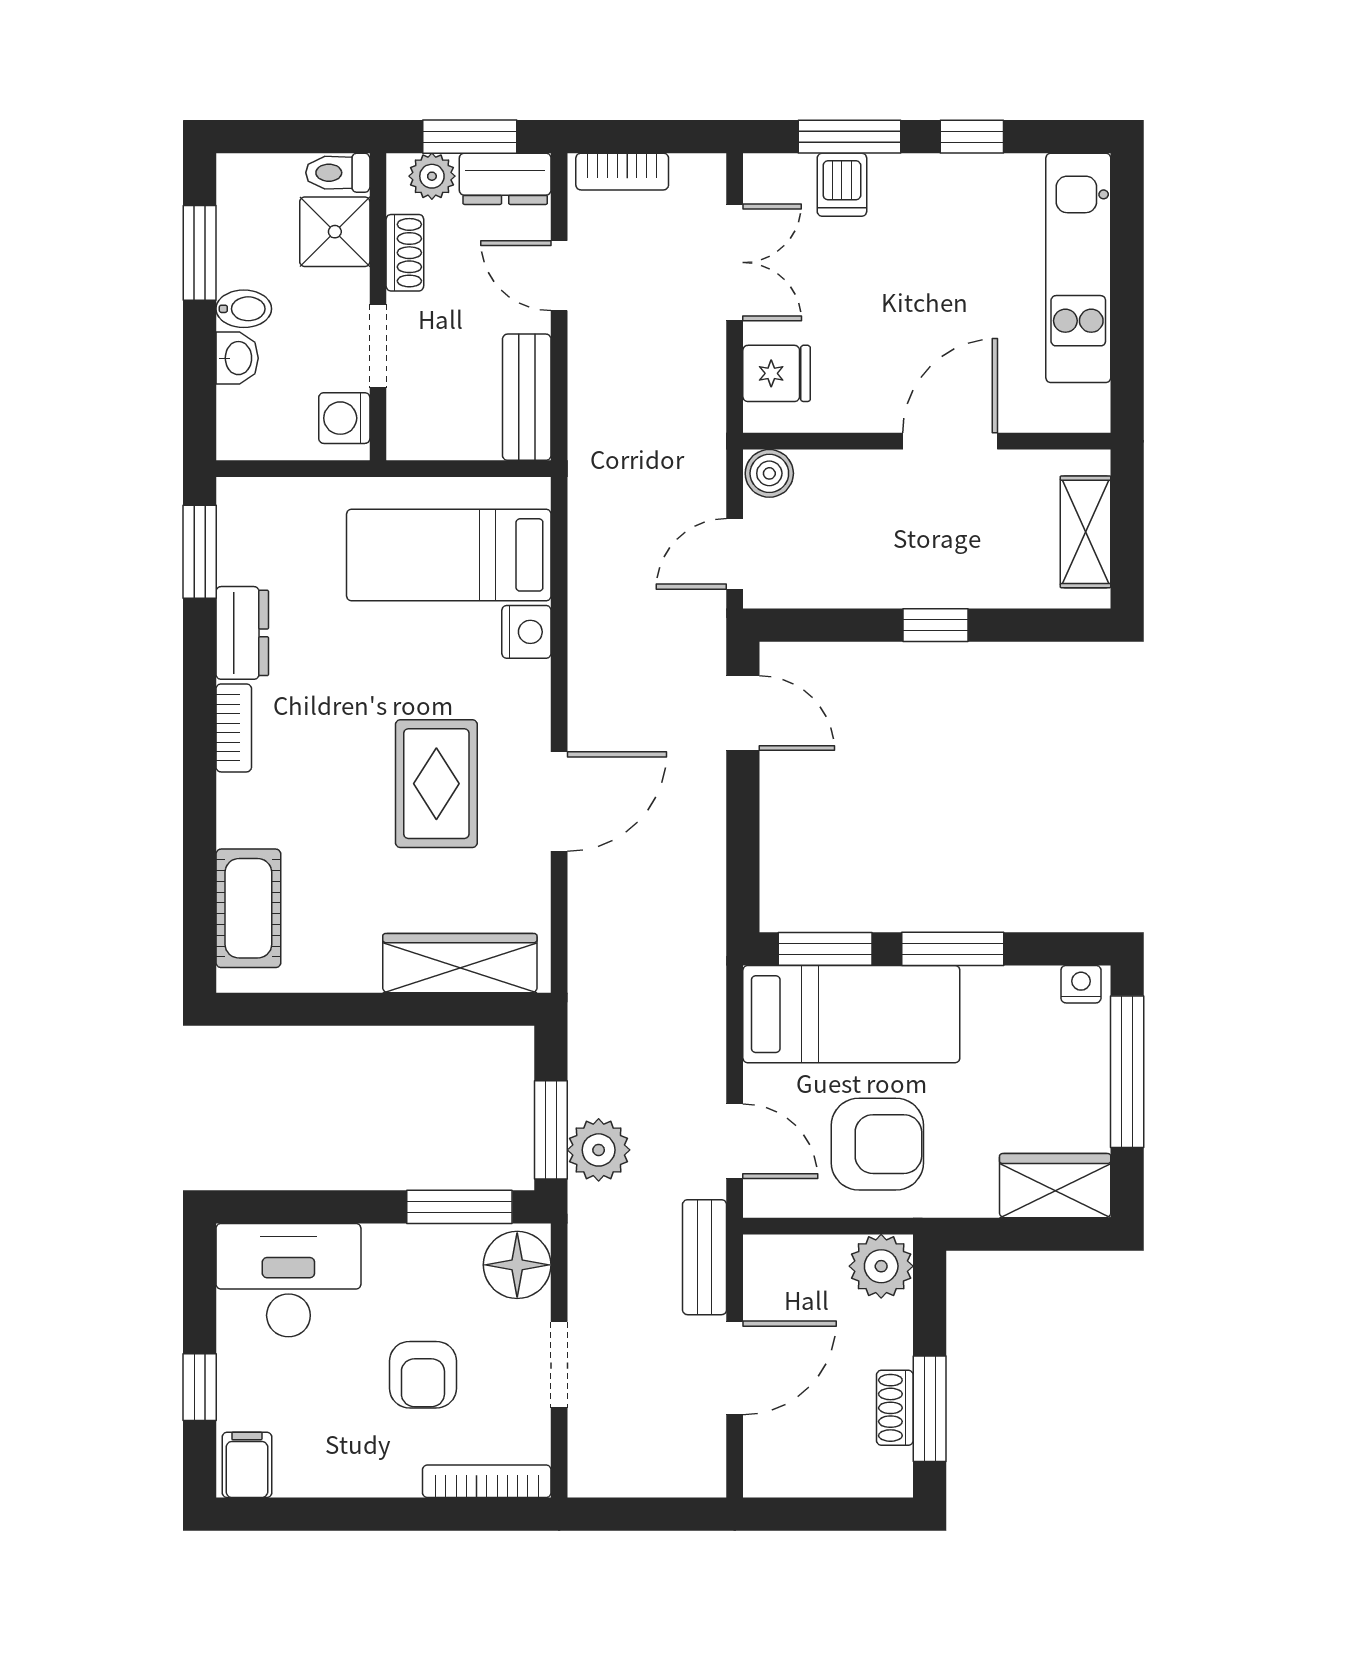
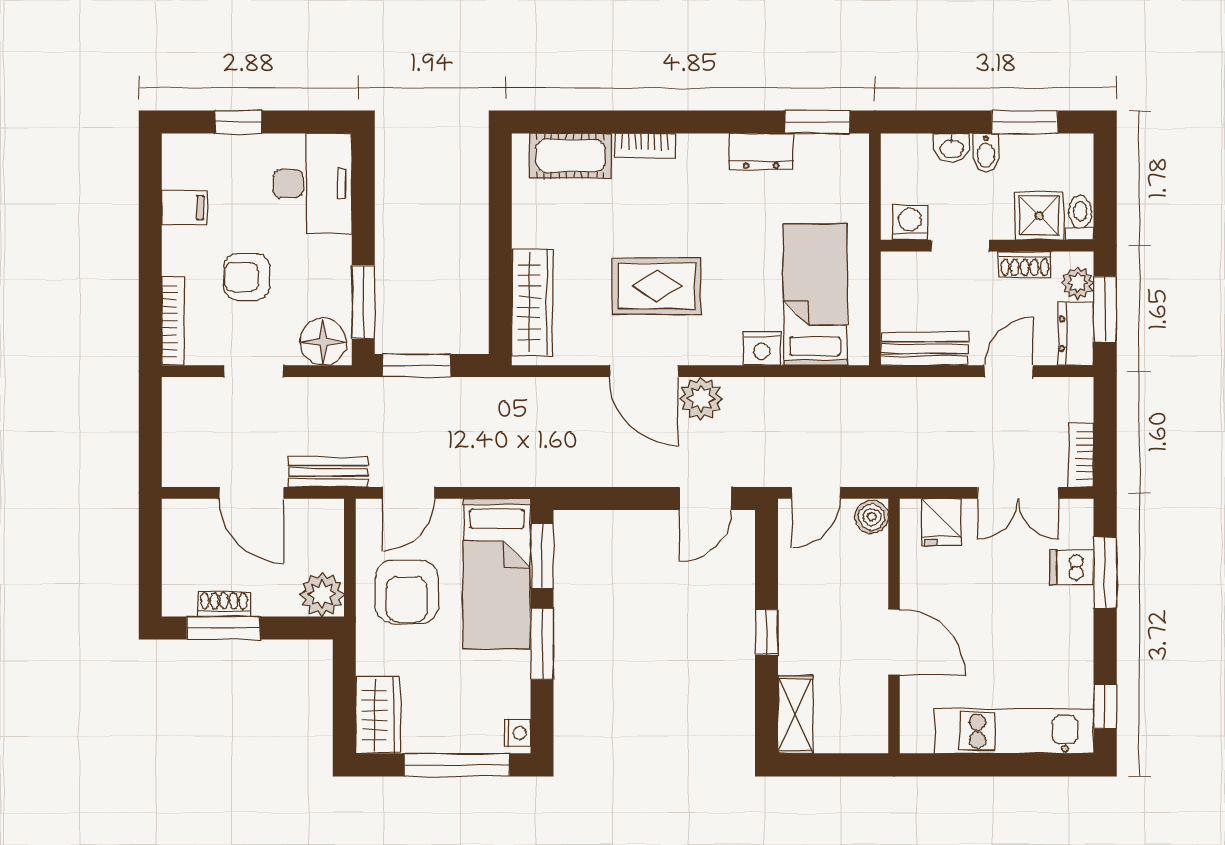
window: (972, 137) -> (1105, 706), moved
bookcase: (622, 172) -> (1081, 455), moved
shelving: (1085, 532) -> (795, 715), moved, turned 90
door: (735, 554) -> (816, 493), swing flipped
bookcase: (234, 728) -> (645, 146), moved
plant: (599, 1150) -> (701, 398), moved
filing cabinet: (247, 1465) -> (184, 208), moved

